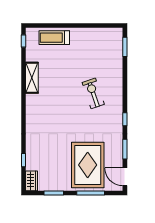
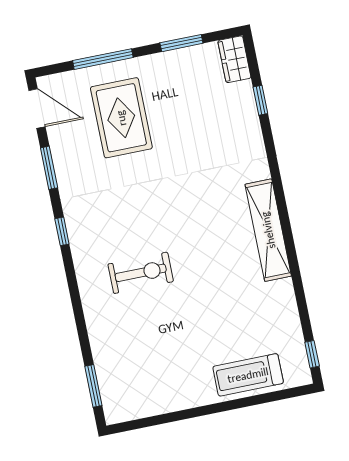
treadmill: (54, 38) -> (248, 375), turned 180
shelving: (32, 78) -> (268, 230), moved, width x1.47
exercise bike: (93, 93) -> (141, 273), turned -71
rug: (88, 165) -> (121, 118), width x0.73, depth x0.69

